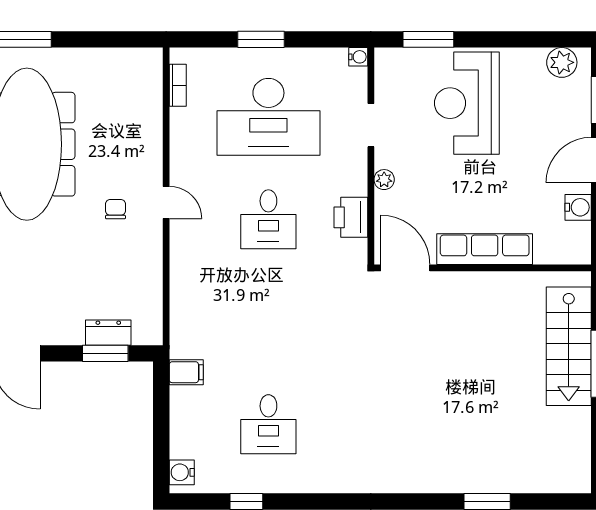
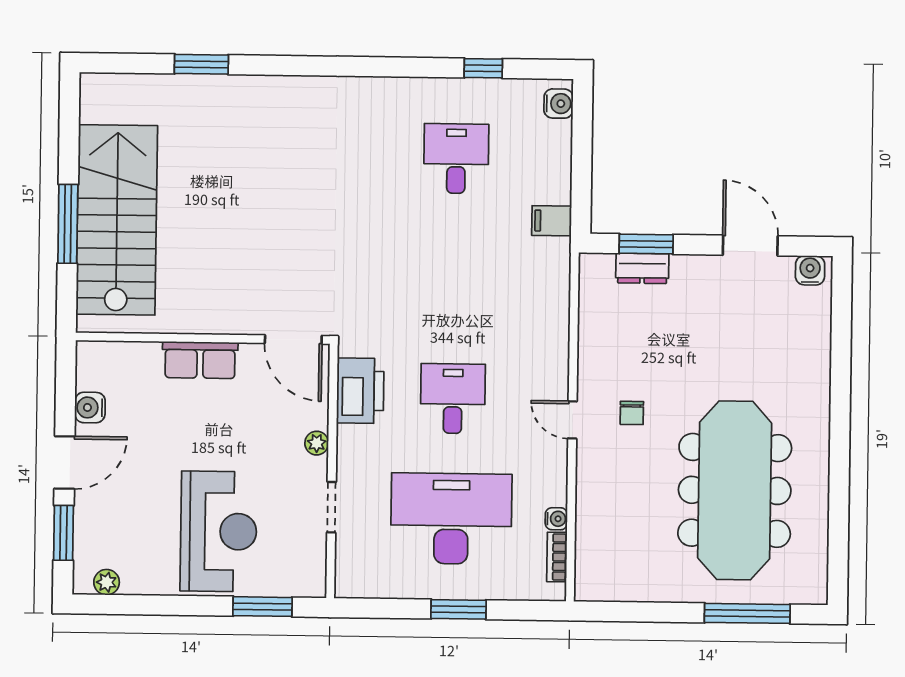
water cooler: (358, 57) -> (556, 519), moved, turned 180
plant: (562, 62) -> (107, 582), width x0.73, depth x0.73
printer: (351, 217) -> (360, 391), width x1.37, depth x1.19
row of seats: (485, 249) -> (200, 360), width x0.68
stairs: (569, 346) -> (117, 220), width x1.36, depth x1.51

